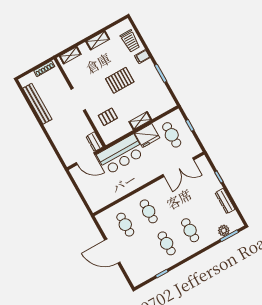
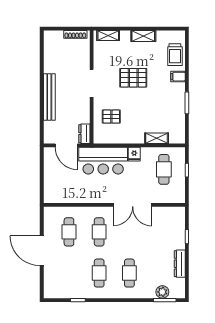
pallet: (120, 80) -> (133, 78), moved
bench: (37, 104) -> (49, 97), moved
shelving: (140, 121) -> (157, 138), moved
fridge: (147, 135) -> (134, 154), width x0.53, depth x0.75
double door: (178, 167) -> (133, 205), moved

